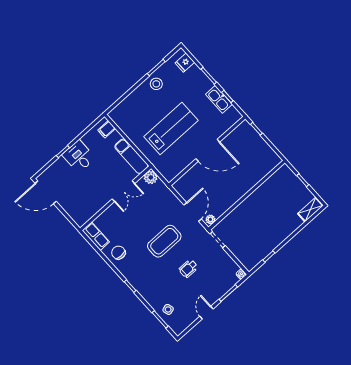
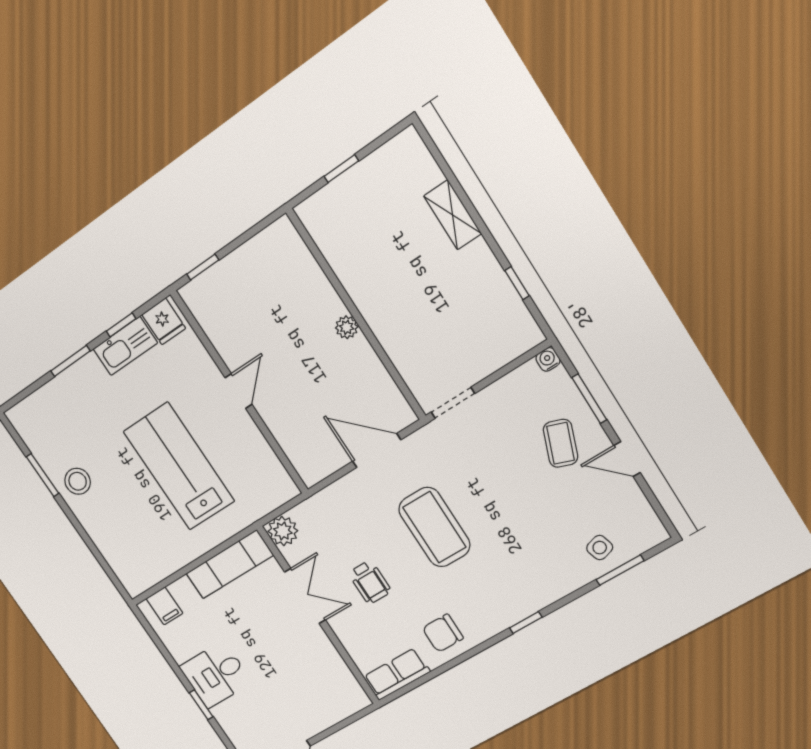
fridge: (185, 63) -> (164, 321), moved
door: (208, 150) -> (239, 391), width x0.53
shelving: (310, 210) -> (453, 215), moved
plant: (210, 219) -> (347, 327), moved
wheelchair: (188, 268) -> (370, 582), moved
coffee table: (208, 285) -> (561, 443), added

